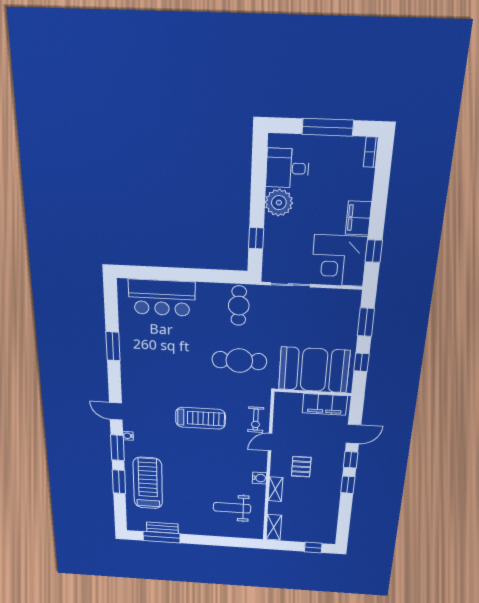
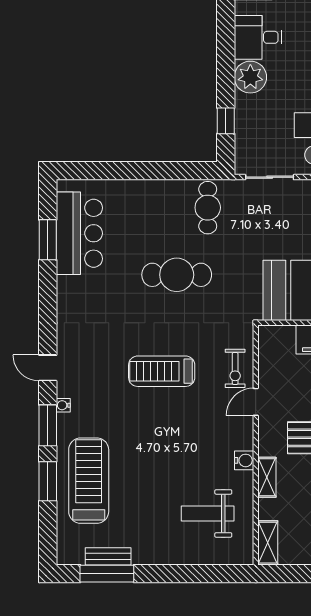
bar counter: (162, 298) -> (79, 233), moved, turned -90
window: (113, 346) -> (48, 240), moved
cafe table: (239, 361) -> (177, 275), moved
treadmill: (200, 418) -> (162, 371), turned 180

